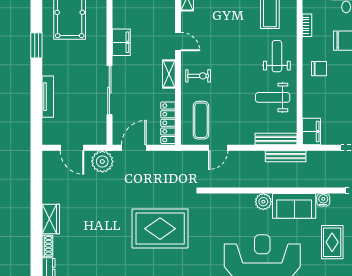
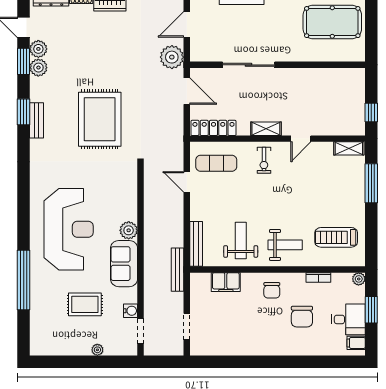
filing cabinet: (121, 42) -> (300, 77), removed
filing cabinet: (311, 131) -> (226, 282), moved
bench: (286, 156) -> (177, 270), moved
water cooler: (323, 200) -> (131, 311), moved

